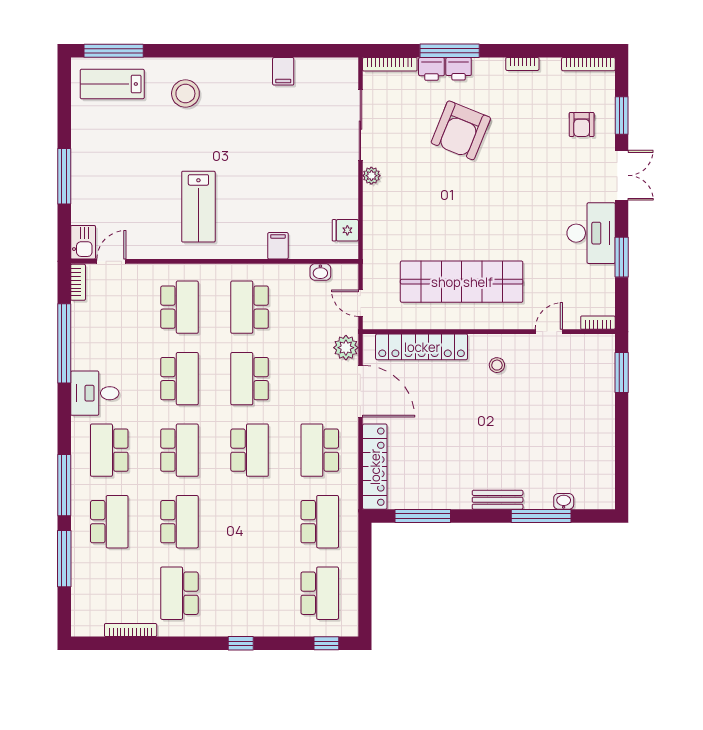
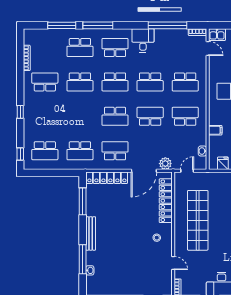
bench: (498, 500) -> (91, 233), width x1.36

